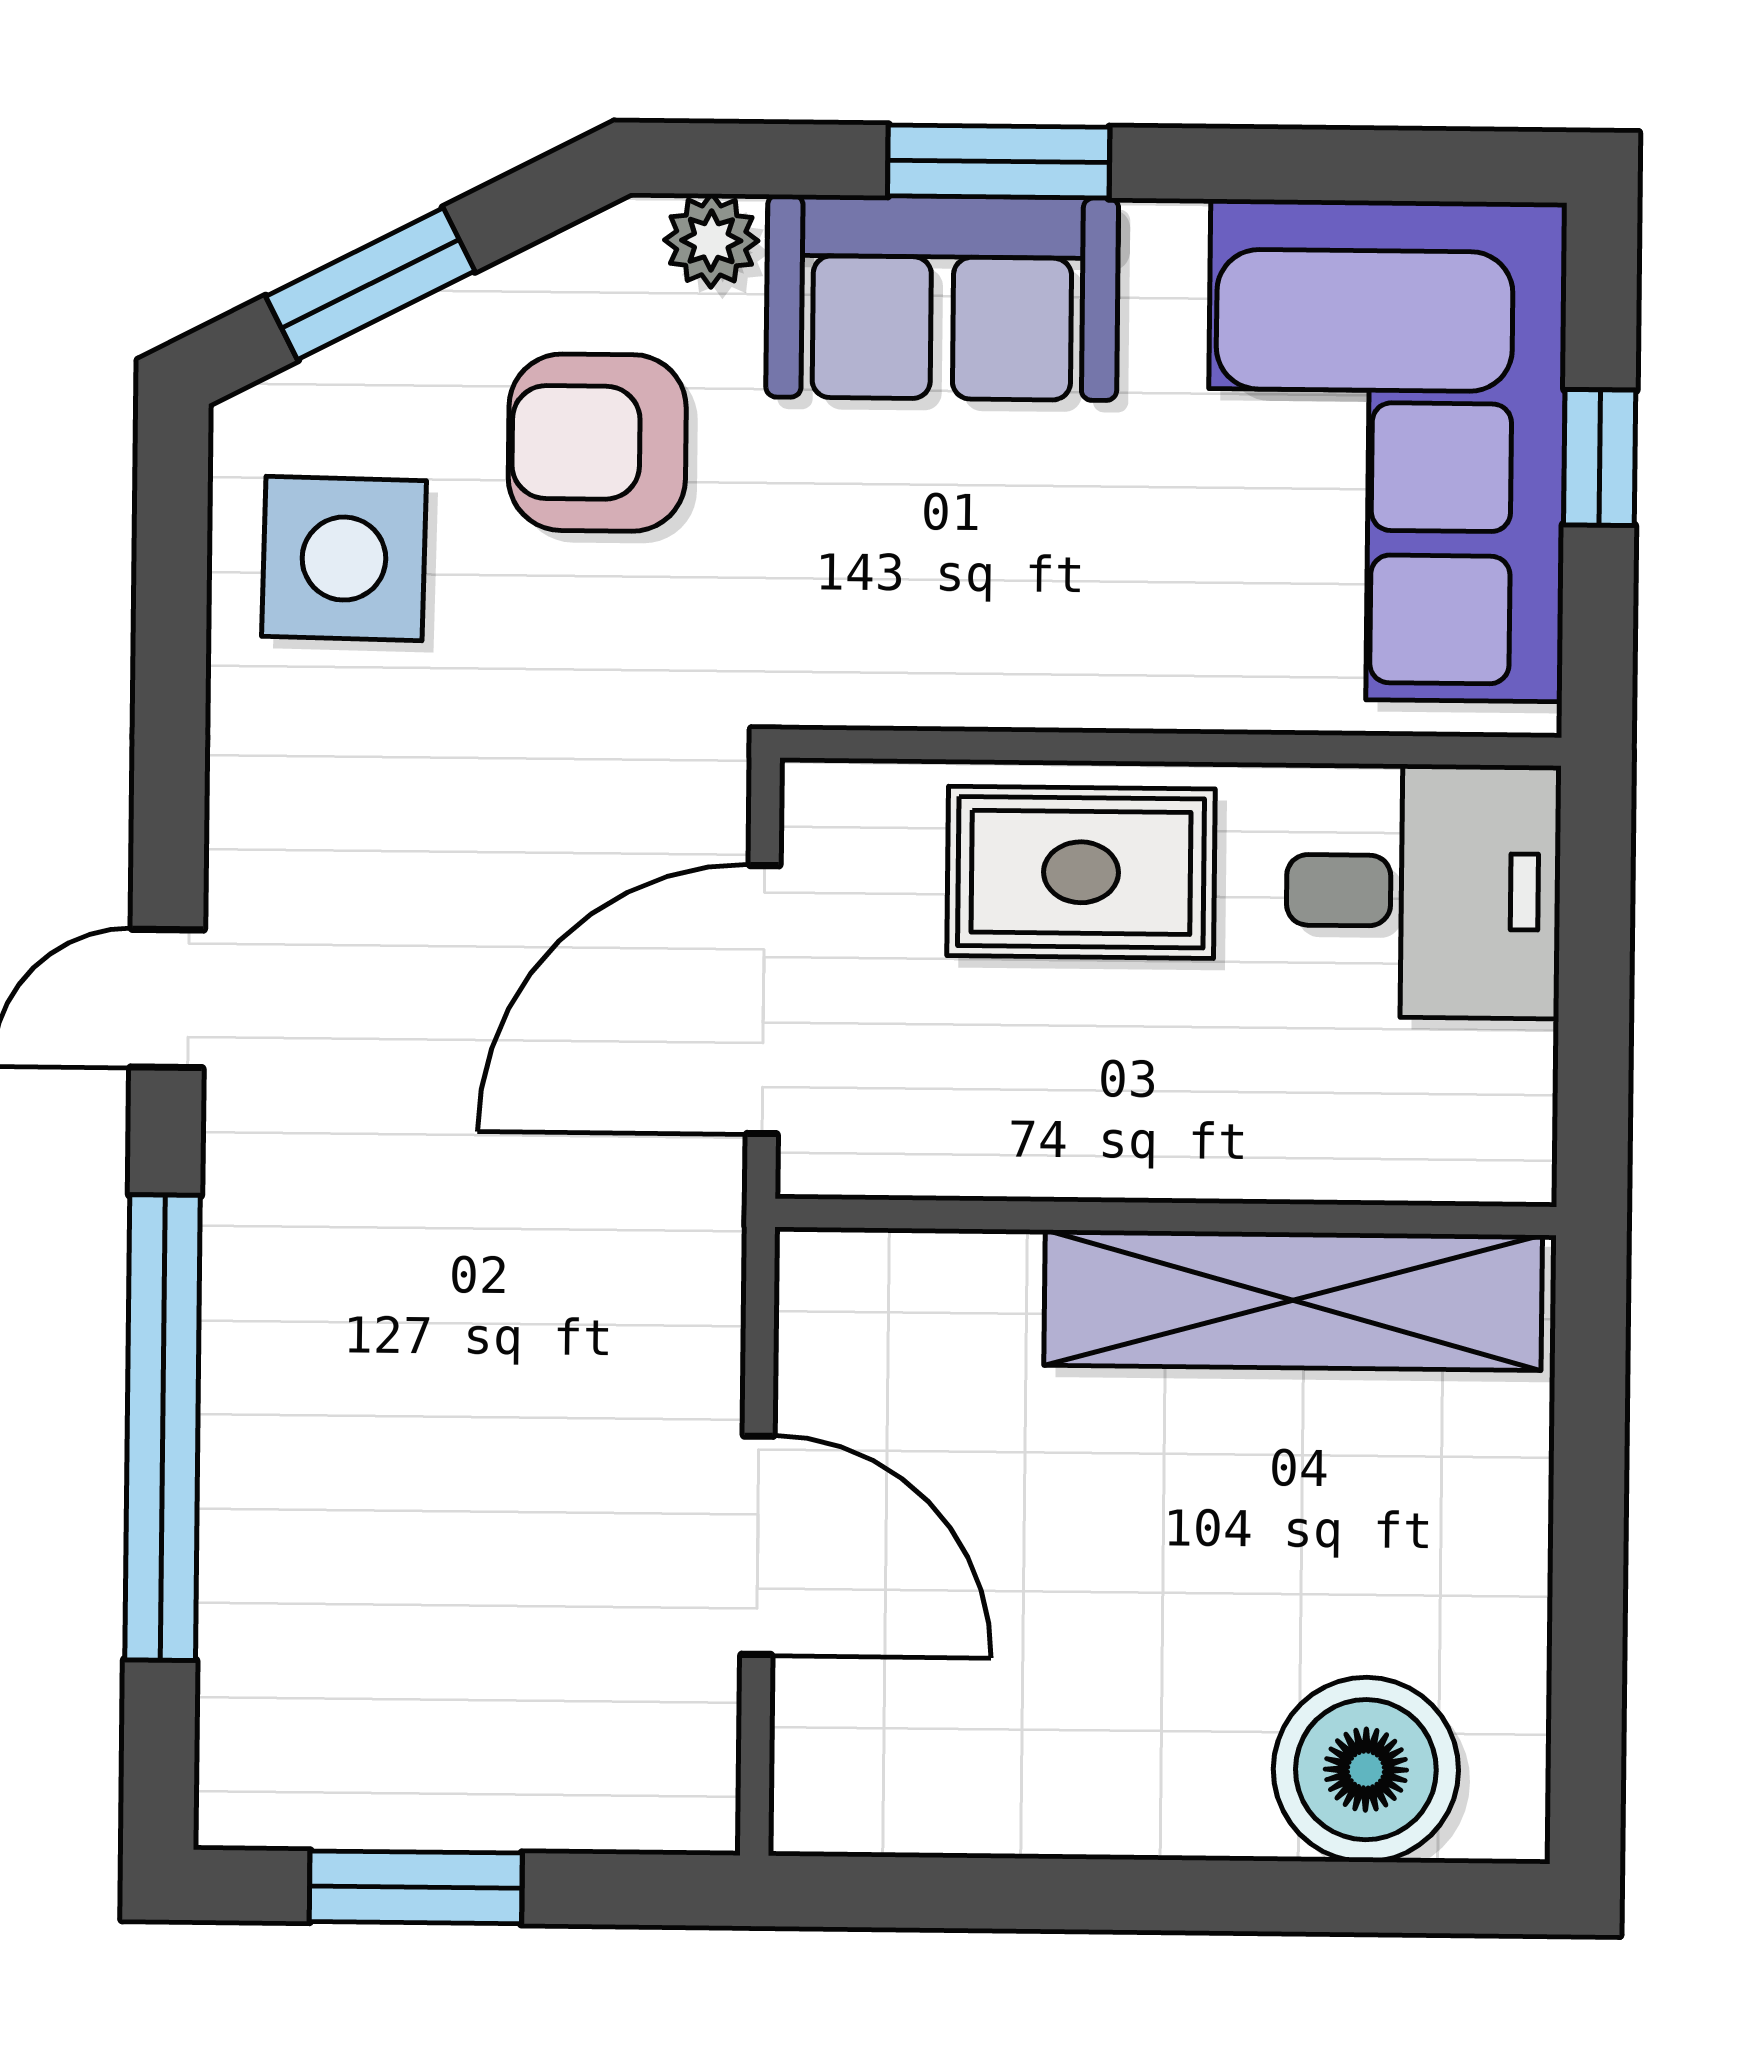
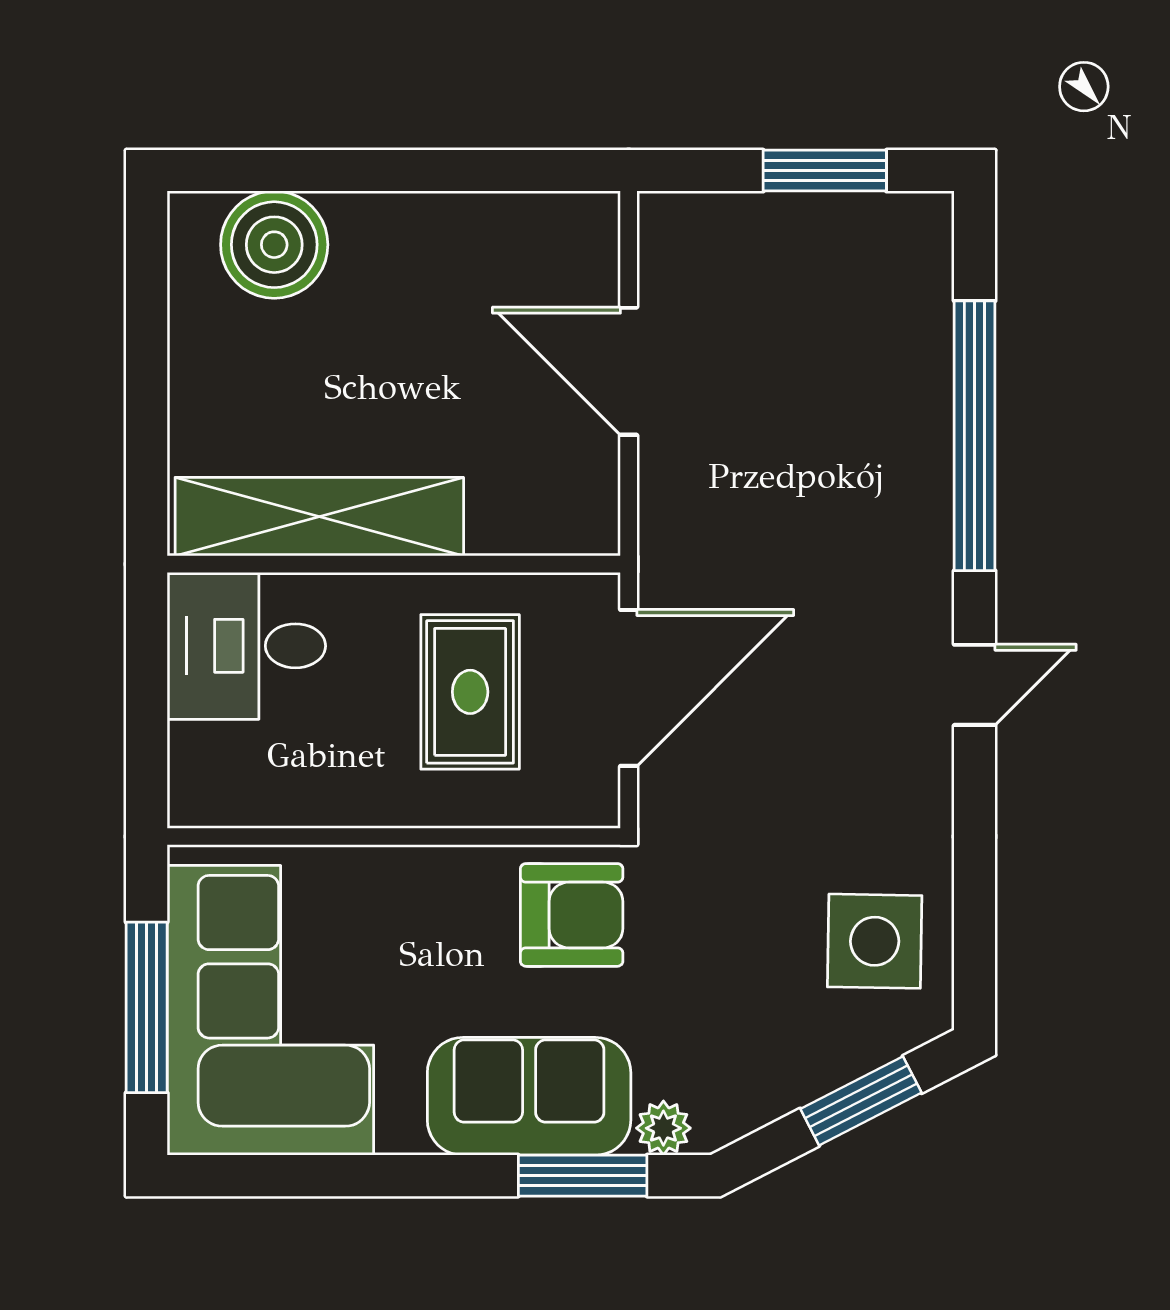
window: (999, 161) -> (583, 1176), moved
armchair: (597, 443) -> (572, 915), moved
window: (1600, 457) -> (147, 1007), width x2.17
rug: (1081, 872) -> (470, 692), moved, turned 90
desk: (1423, 891) -> (246, 646), moved

